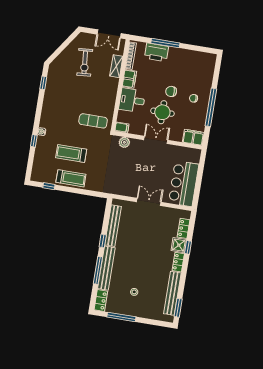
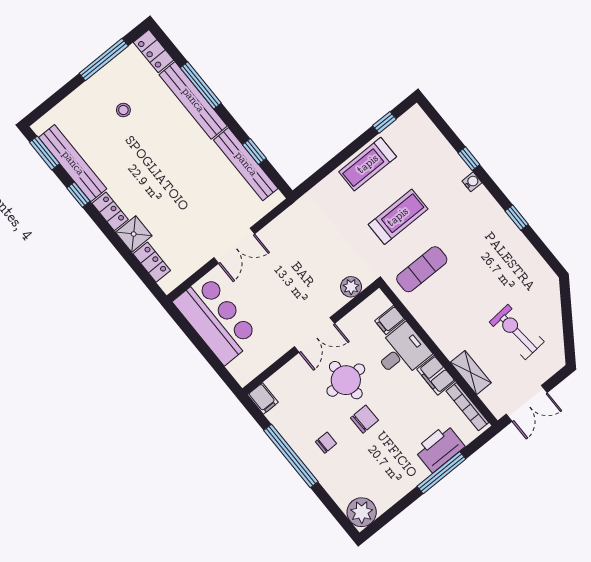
double door: (109, 34) -> (527, 403), swing flipped
plant: (208, 60) -> (362, 512), added
window: (43, 83) -> (517, 218), moved
filing cabinet: (122, 127) -> (390, 320), moved
filing cabinet: (193, 137) -> (263, 399), width x0.50
treadmill: (71, 153) -> (398, 217), moved
window: (103, 241) -> (254, 151), moved
window: (188, 247) -> (78, 195), moved

